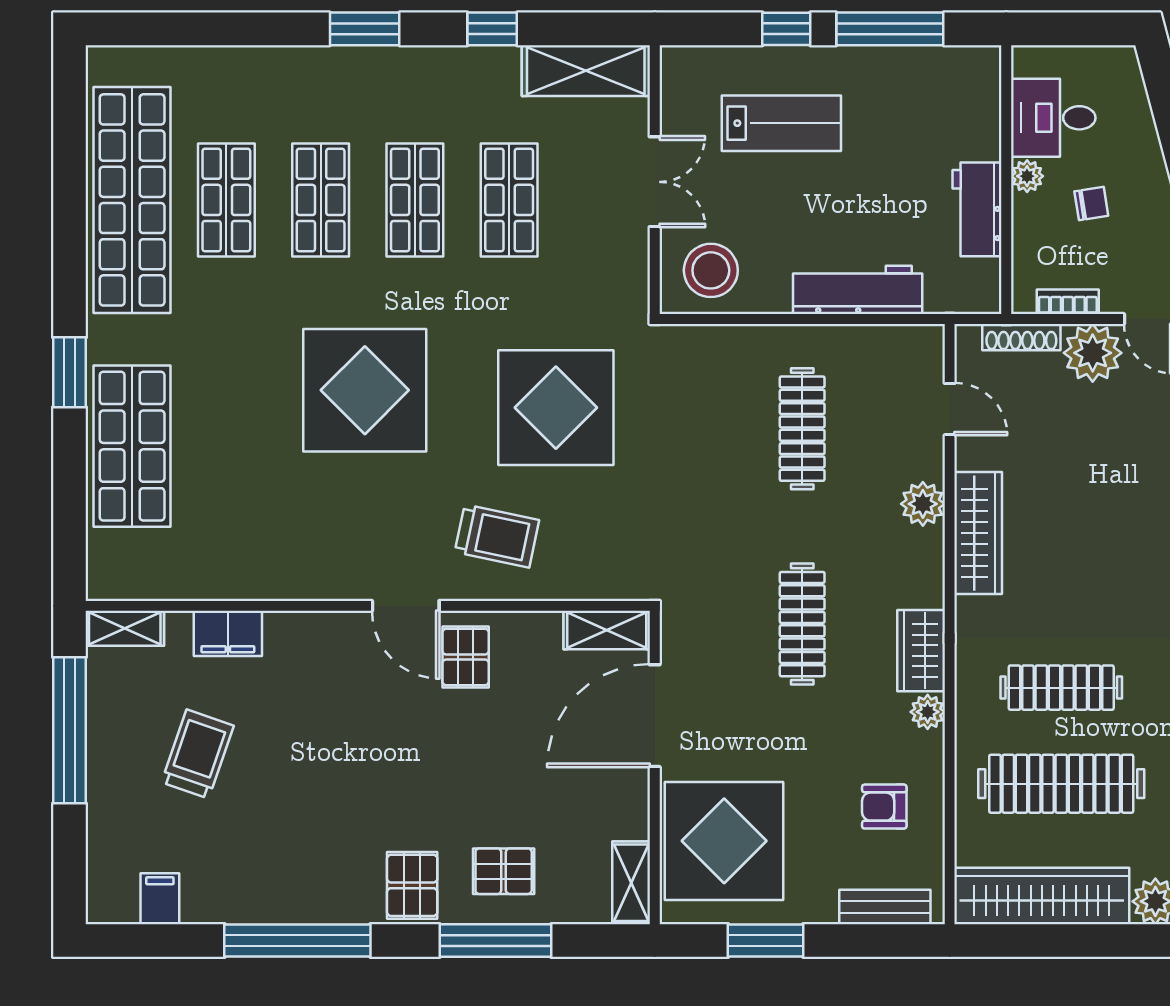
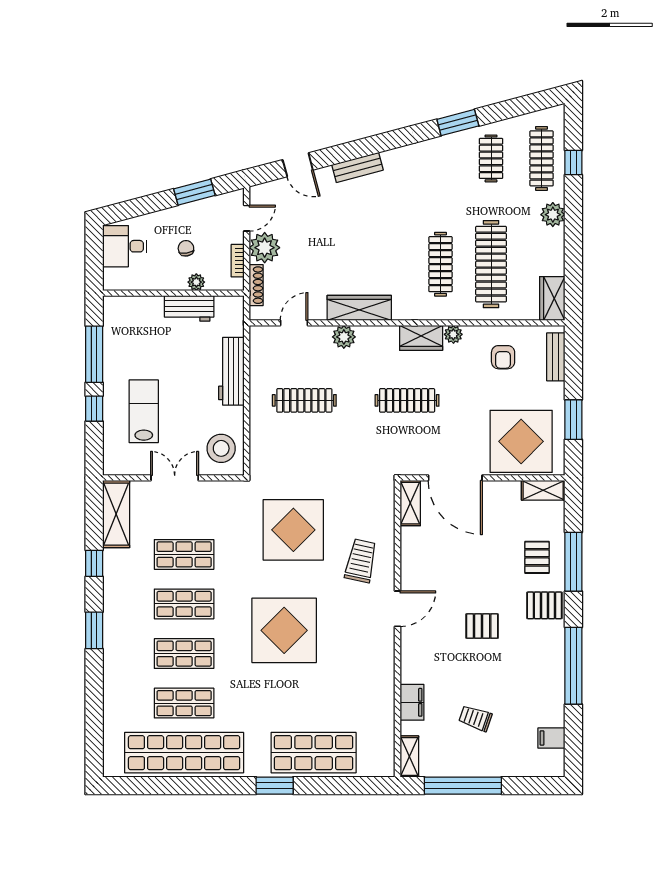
desk: (1053, 118) -> (125, 246), moved, turned 90
plant: (1027, 176) -> (196, 282), moved
pallet: (466, 657) -> (482, 626), moved
trolley: (198, 754) -> (475, 718), width x0.73, depth x0.72
wardrobe: (1042, 896) -> (552, 298), width x0.48, depth x0.85

